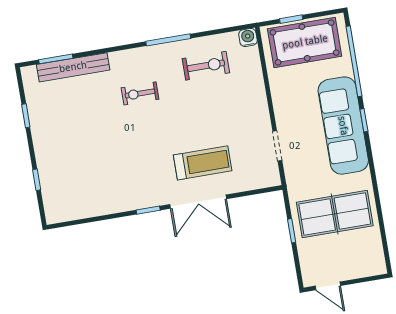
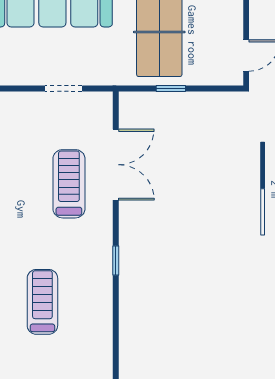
treadmill: (106, 158) -> (42, 302), added
double door: (198, 202) -> (116, 165), moved

